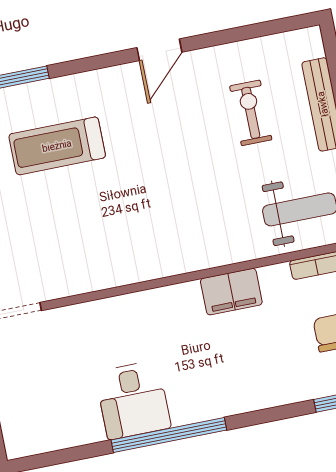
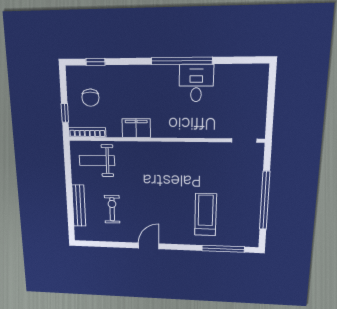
exercise bike: (251, 113) -> (112, 209), turned 180
treadmill: (57, 146) -> (205, 215), turned -90

